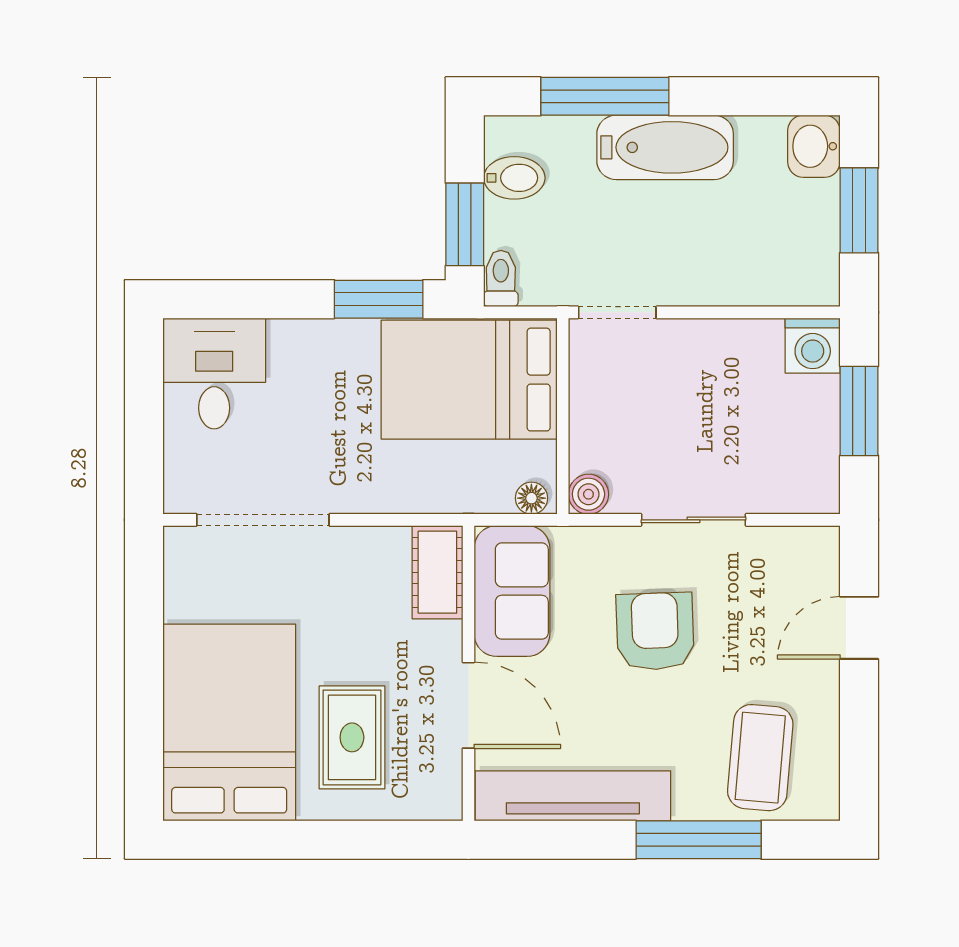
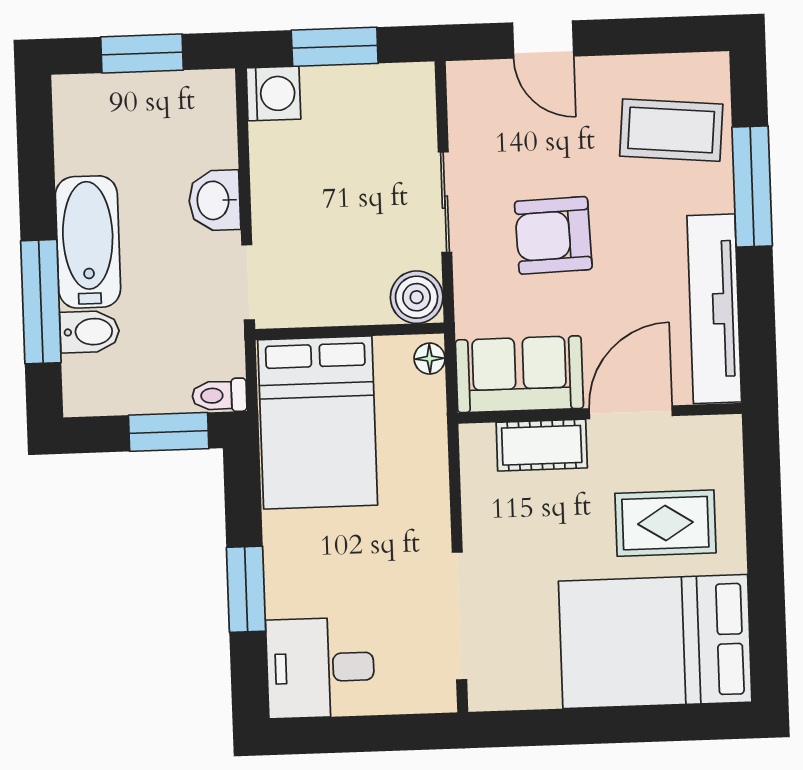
washbasin: (814, 146) -> (214, 200), moved, turned 90
bidet: (514, 178) -> (90, 332), moved, turned 90
window: (379, 299) -> (246, 589), moved
boiler: (588, 494) -> (417, 297), width x1.36, depth x1.36
cot: (437, 572) -> (542, 445), moved

